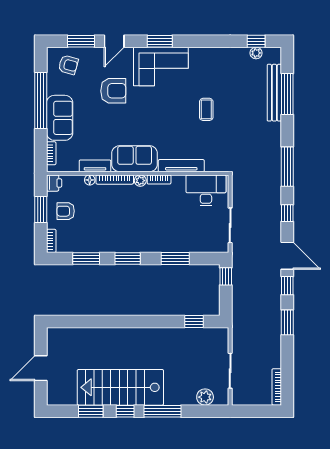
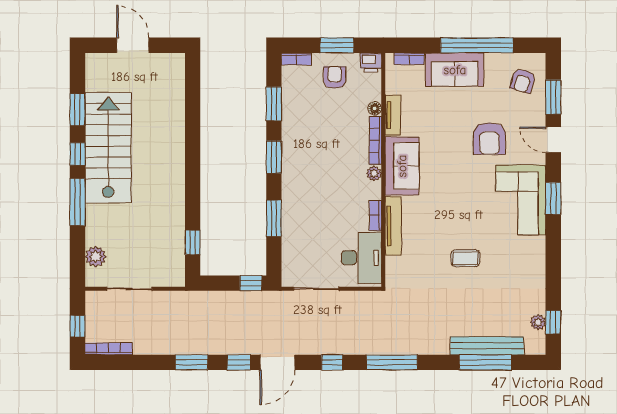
bookcase: (159, 179) -> (375, 216), moved
window: (259, 411) -> (78, 326), added

